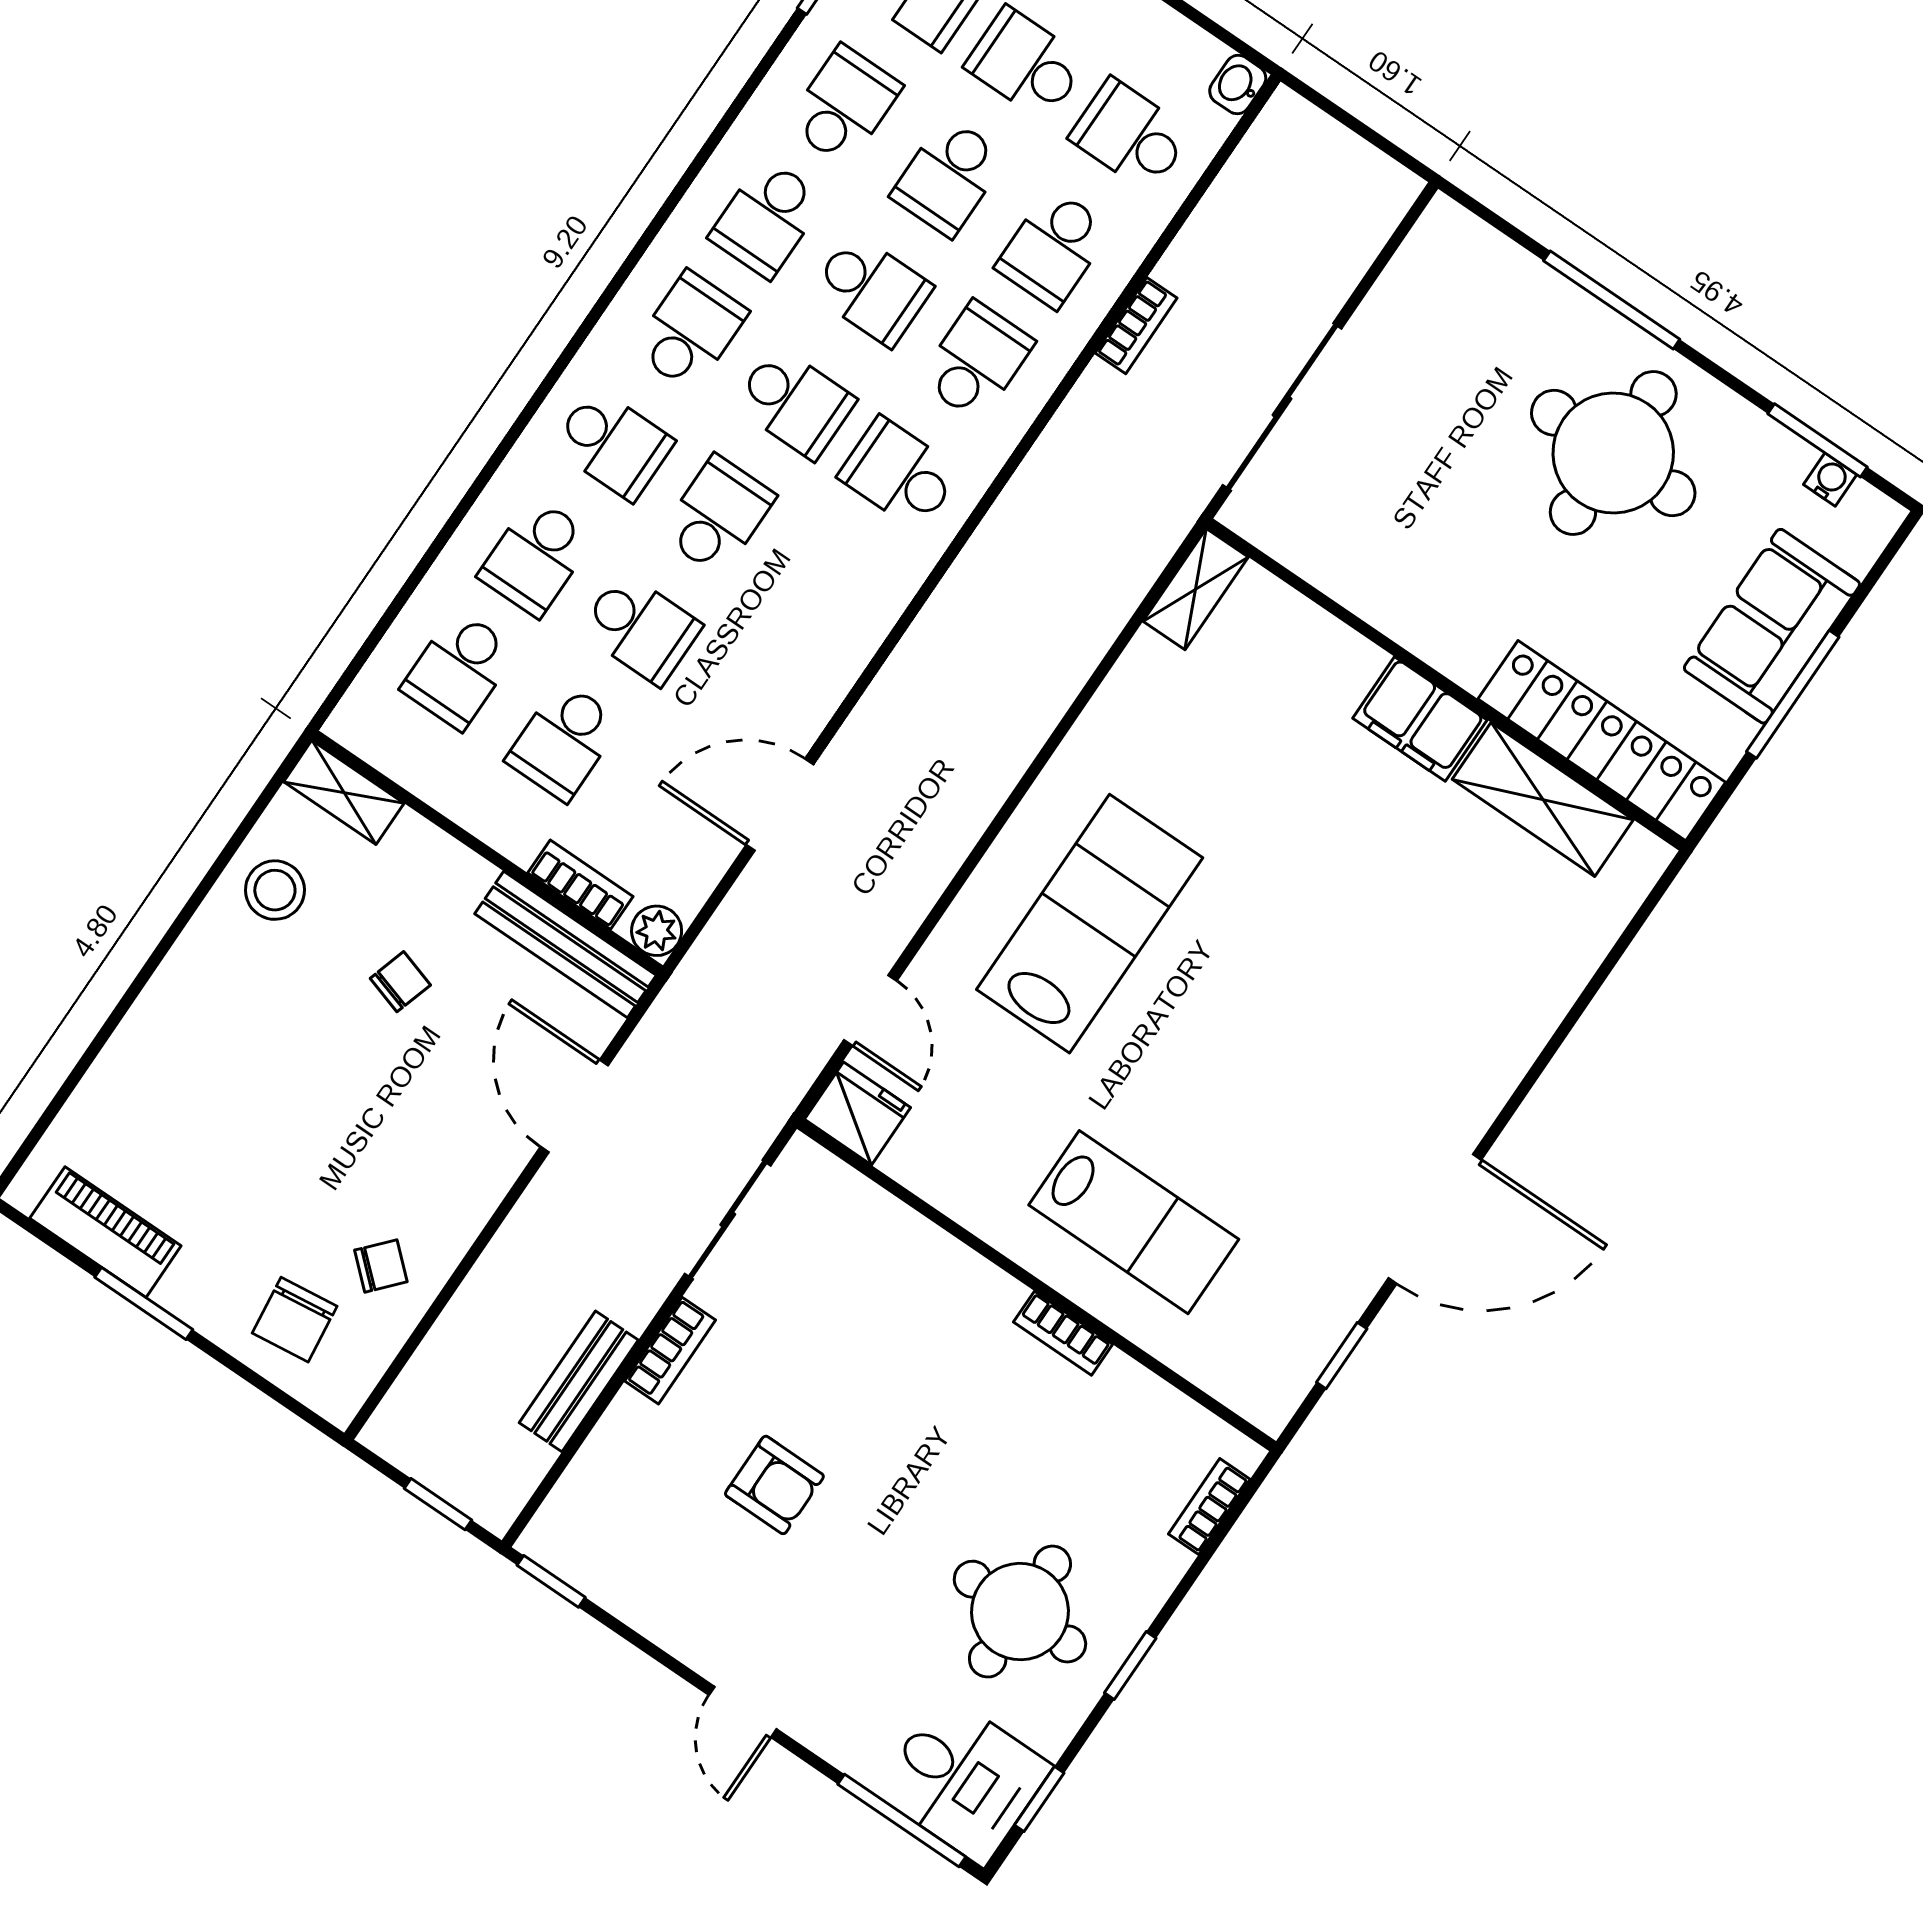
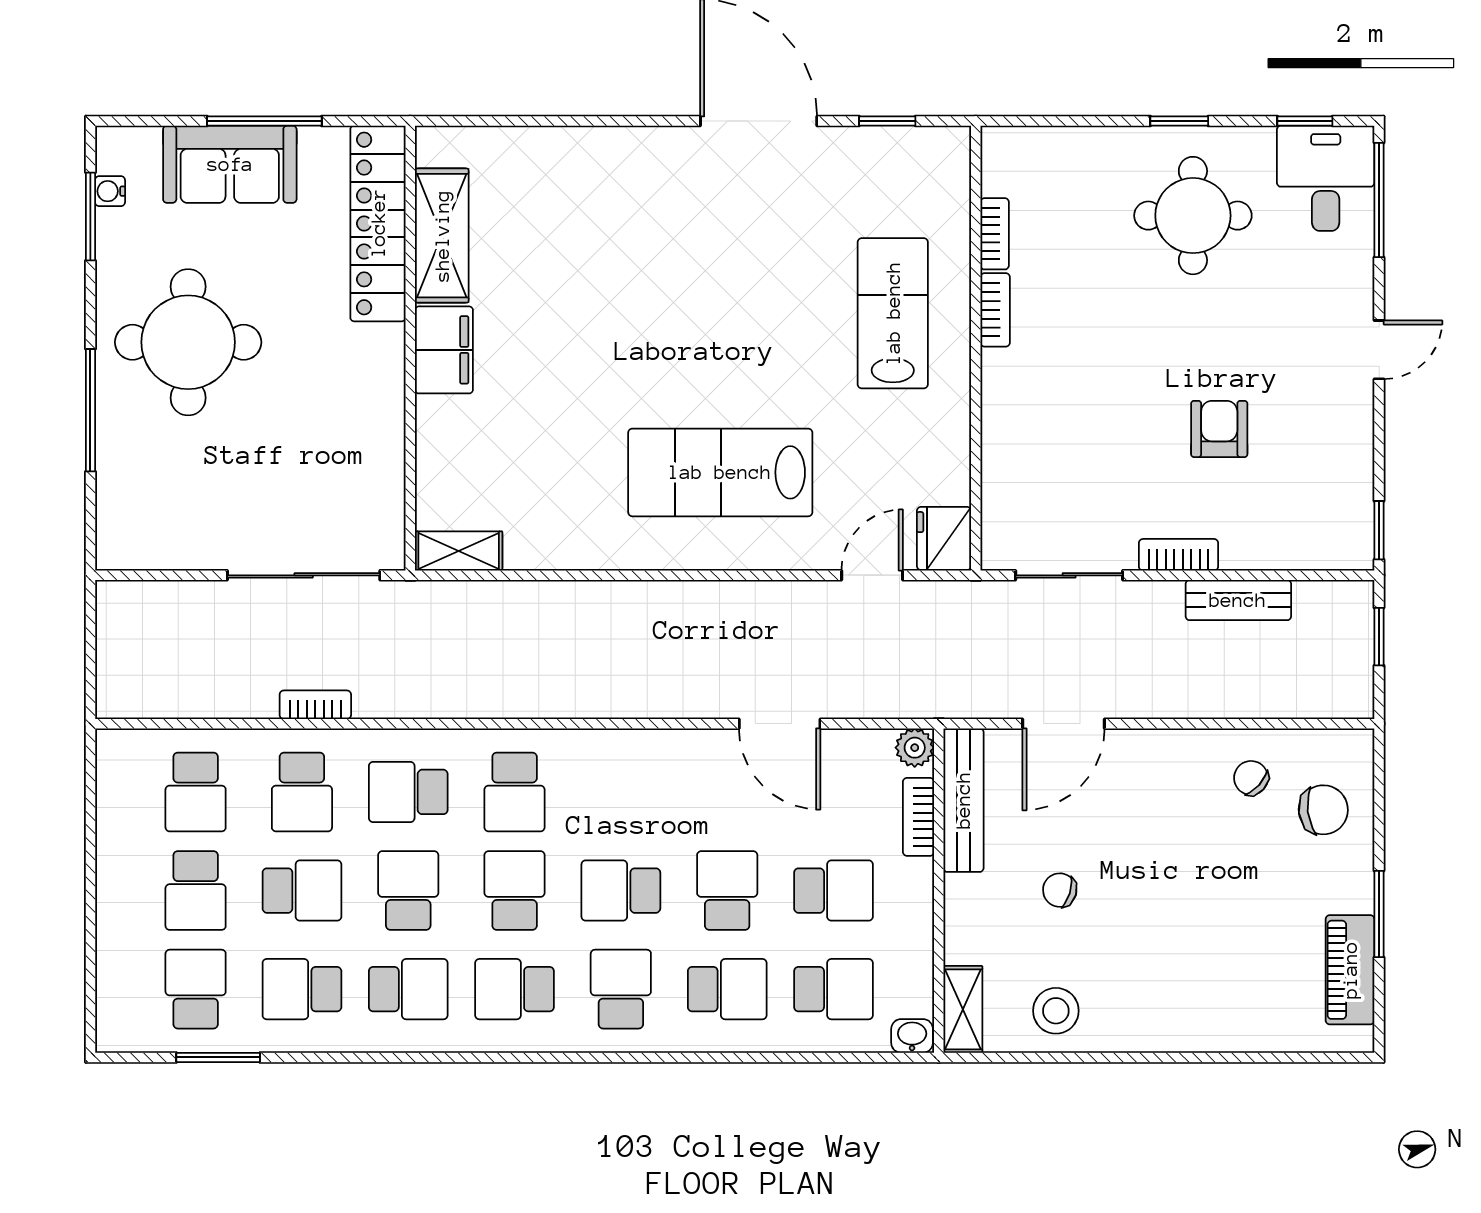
washbasin: (1238, 85) -> (912, 1036), moved, turned 180
school desk: (1053, 248) -> (302, 792), turned 90
bookcase: (1209, 1507) -> (995, 234), moved, turned -90

